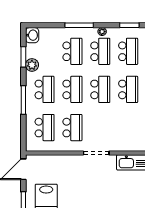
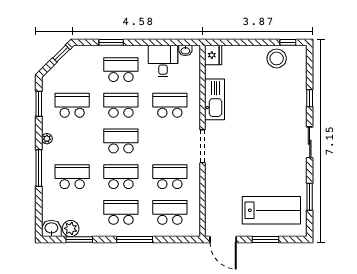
school desk: (100, 51) -> (170, 105), moved
plant: (32, 65) -> (71, 228), moved

